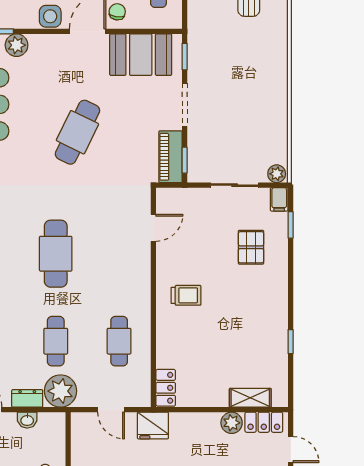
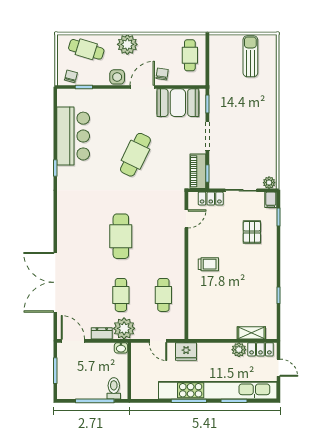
plant: (17, 45) -> (95, 96), removed
locker: (166, 388) -> (211, 198), moved, turned 90
washbasin: (27, 420) -> (121, 348), moved

